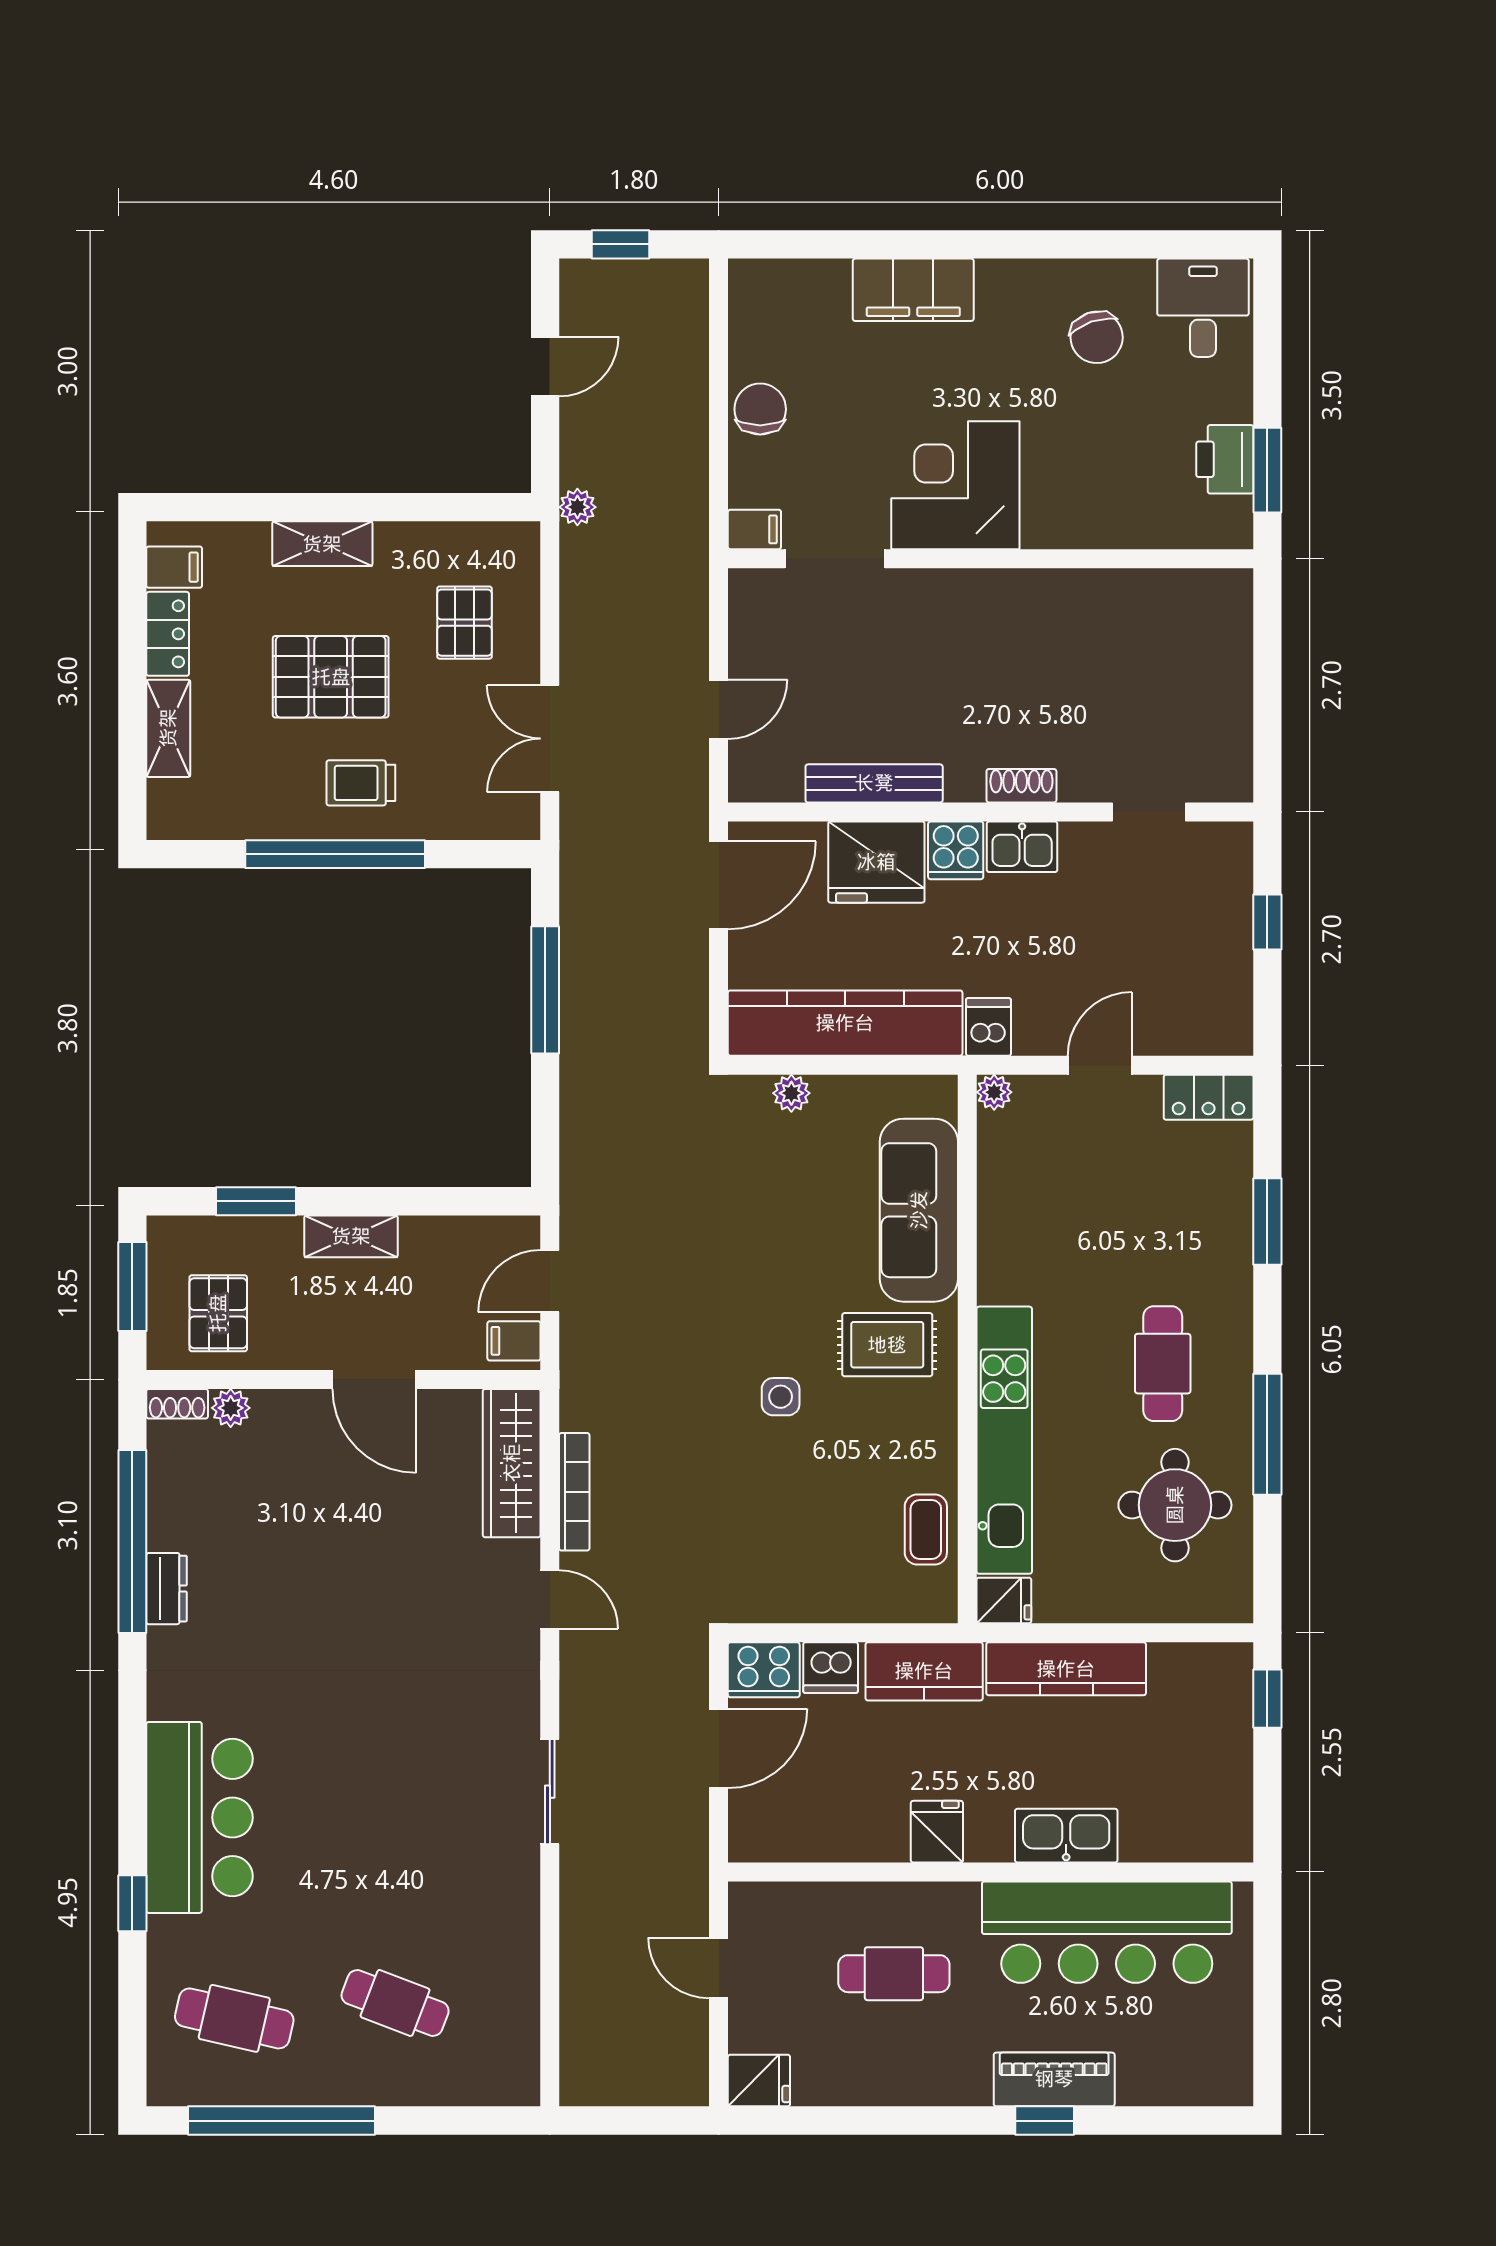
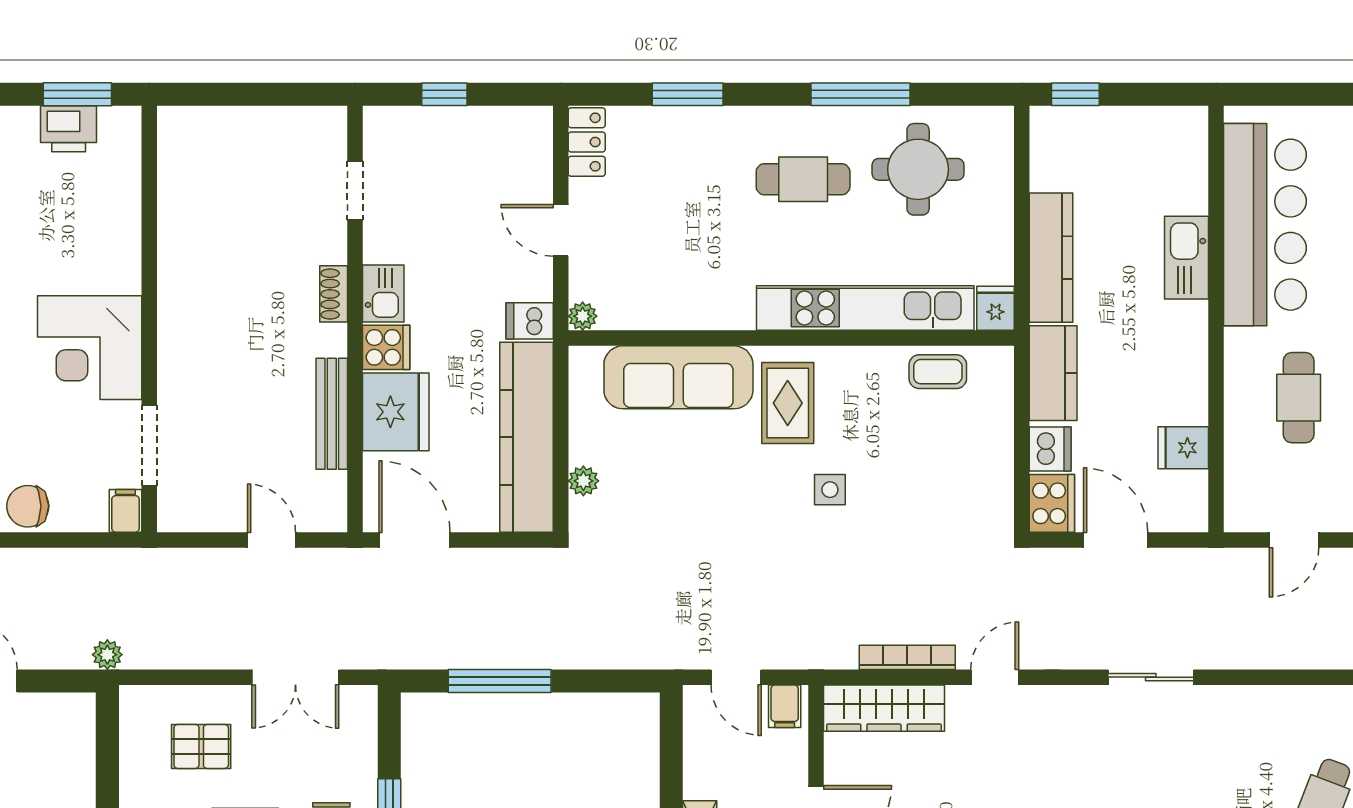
fridge: (937, 1832) -> (1183, 448), moved

